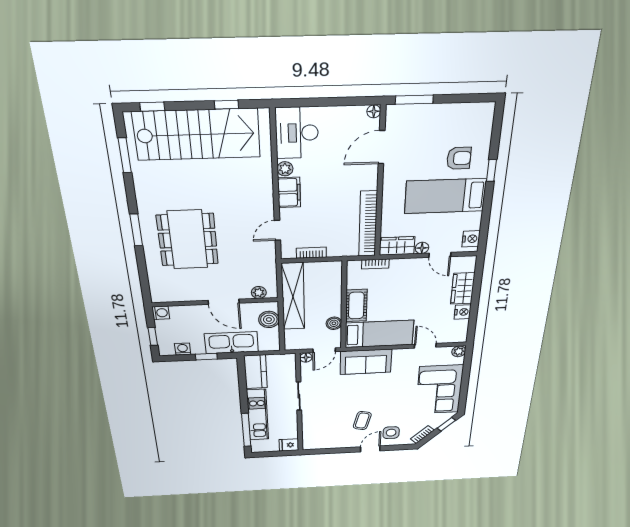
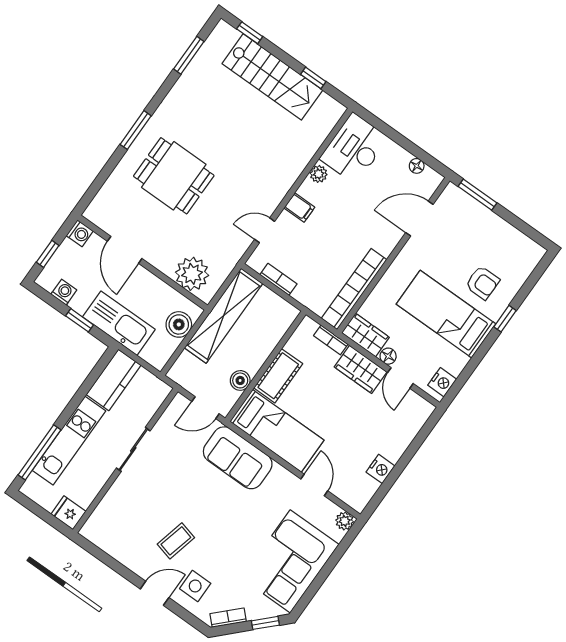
floor lamp: (374, 111) -> (417, 166), moved
stairs: (197, 135) -> (272, 77), width x0.73, depth x0.66
filing cabinet: (289, 192) -> (299, 208), width x0.50
dining table: (188, 240) -> (174, 176), width x0.73
wardrobe: (463, 288) -> (361, 369), moved, turned -90
plant: (259, 292) -> (192, 274), width x1.88, depth x1.88
door: (224, 302) -> (125, 250), moved
floor lamp: (306, 357) -> (180, 402), removed

